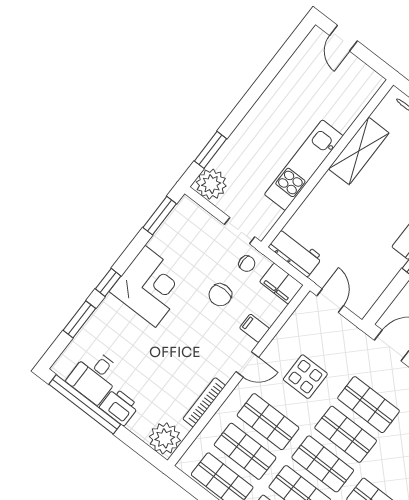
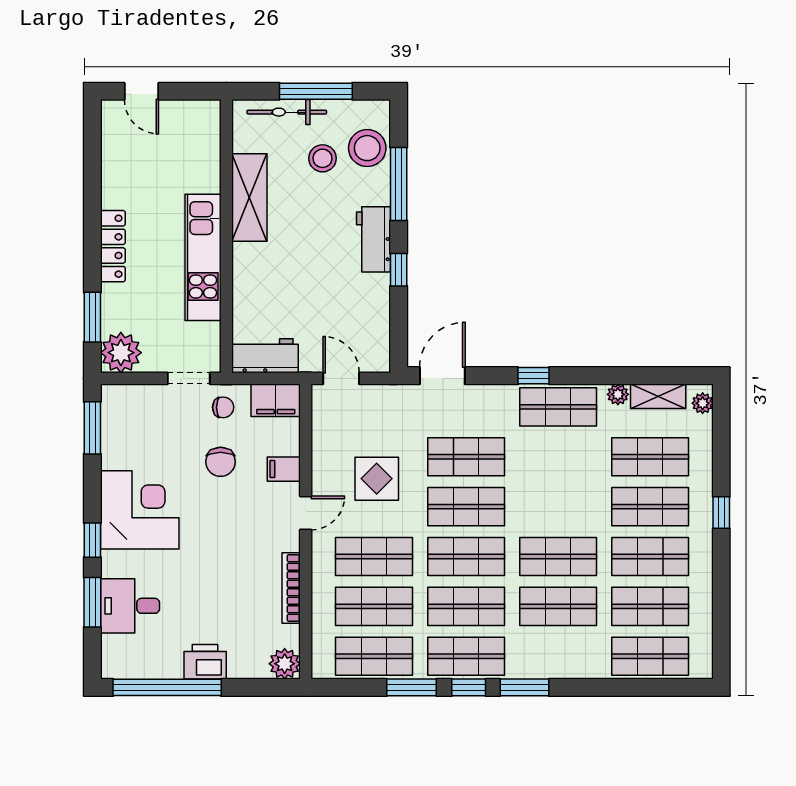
locker: (255, 117) -> (113, 246), added
desk: (95, 376) -> (130, 606), moved, turned 90
plant: (165, 438) -> (285, 664), width x0.73, depth x0.73

